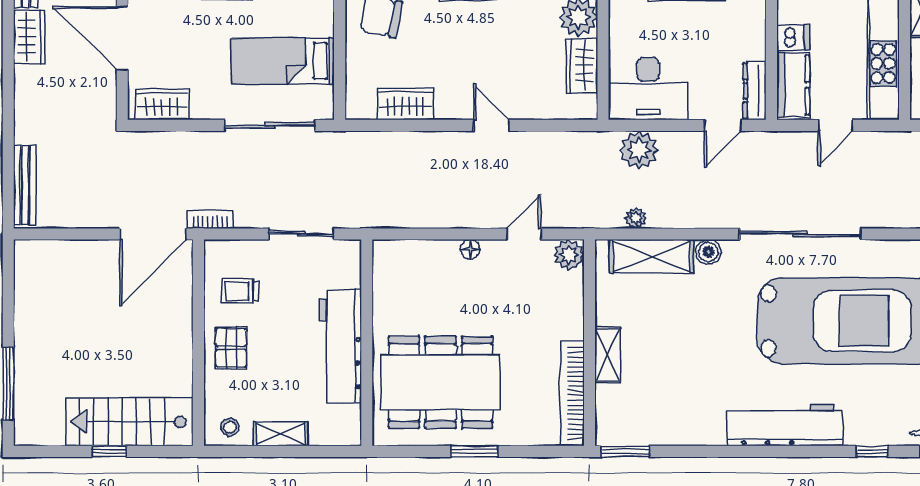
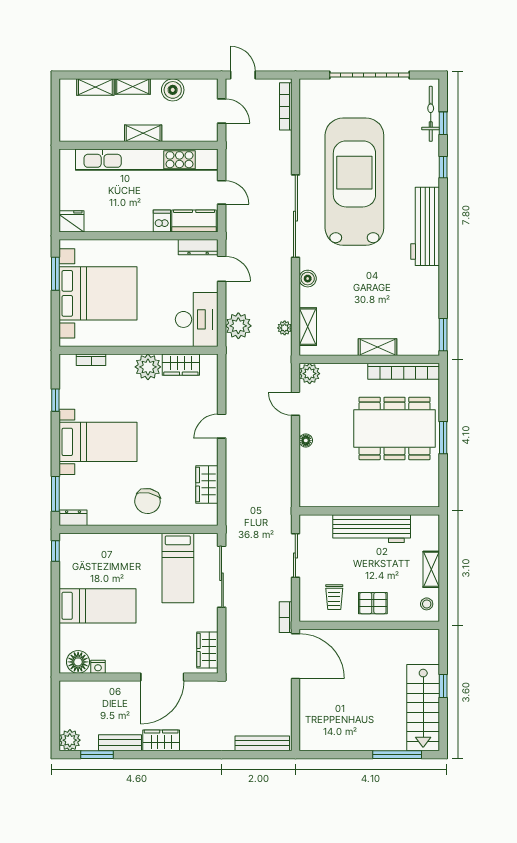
shelving: (652, 256) -> (308, 327), width x0.67, depth x0.75
dining table: (441, 382) -> (395, 428), moved, turned 90
stairs: (129, 422) -> (423, 708), moved

